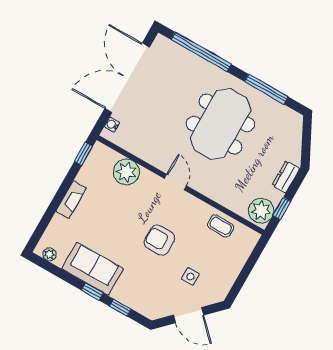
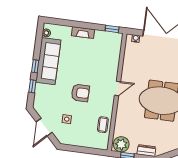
plant: (126, 172) -> (112, 58), removed
armchair: (160, 240) -> (80, 93), turned 90
sofa: (93, 269) -> (48, 61), width x1.36

